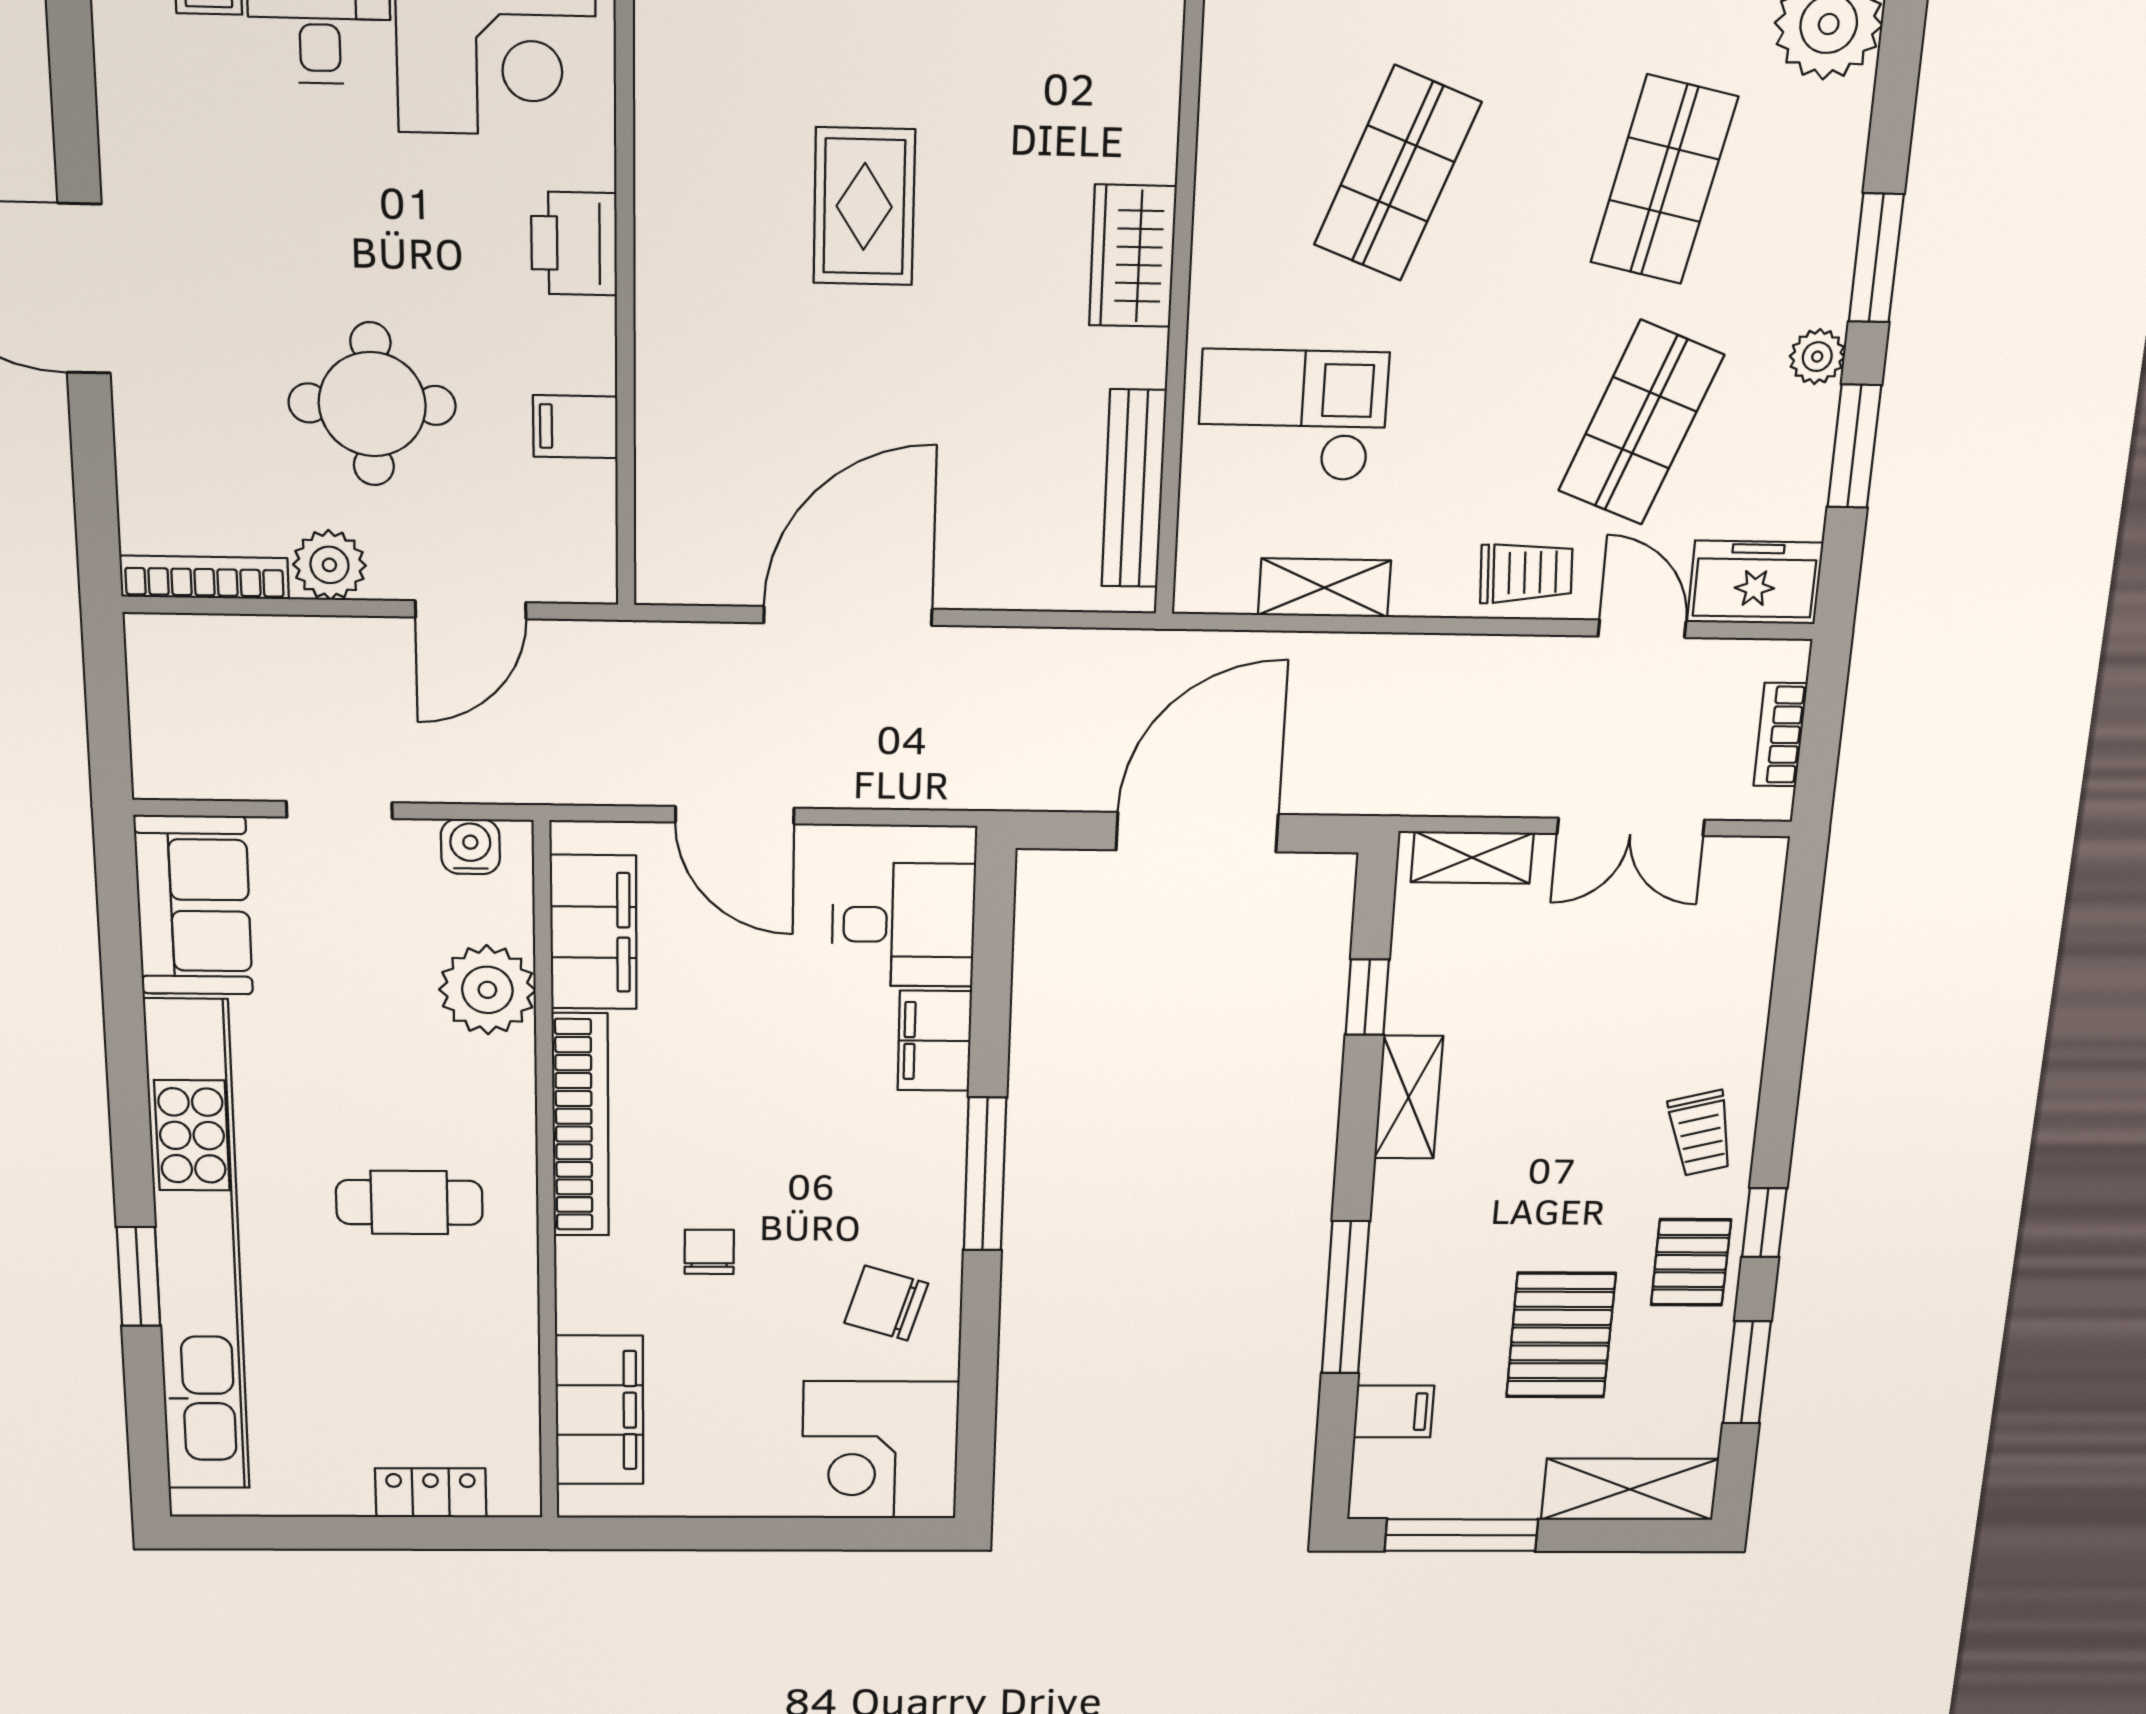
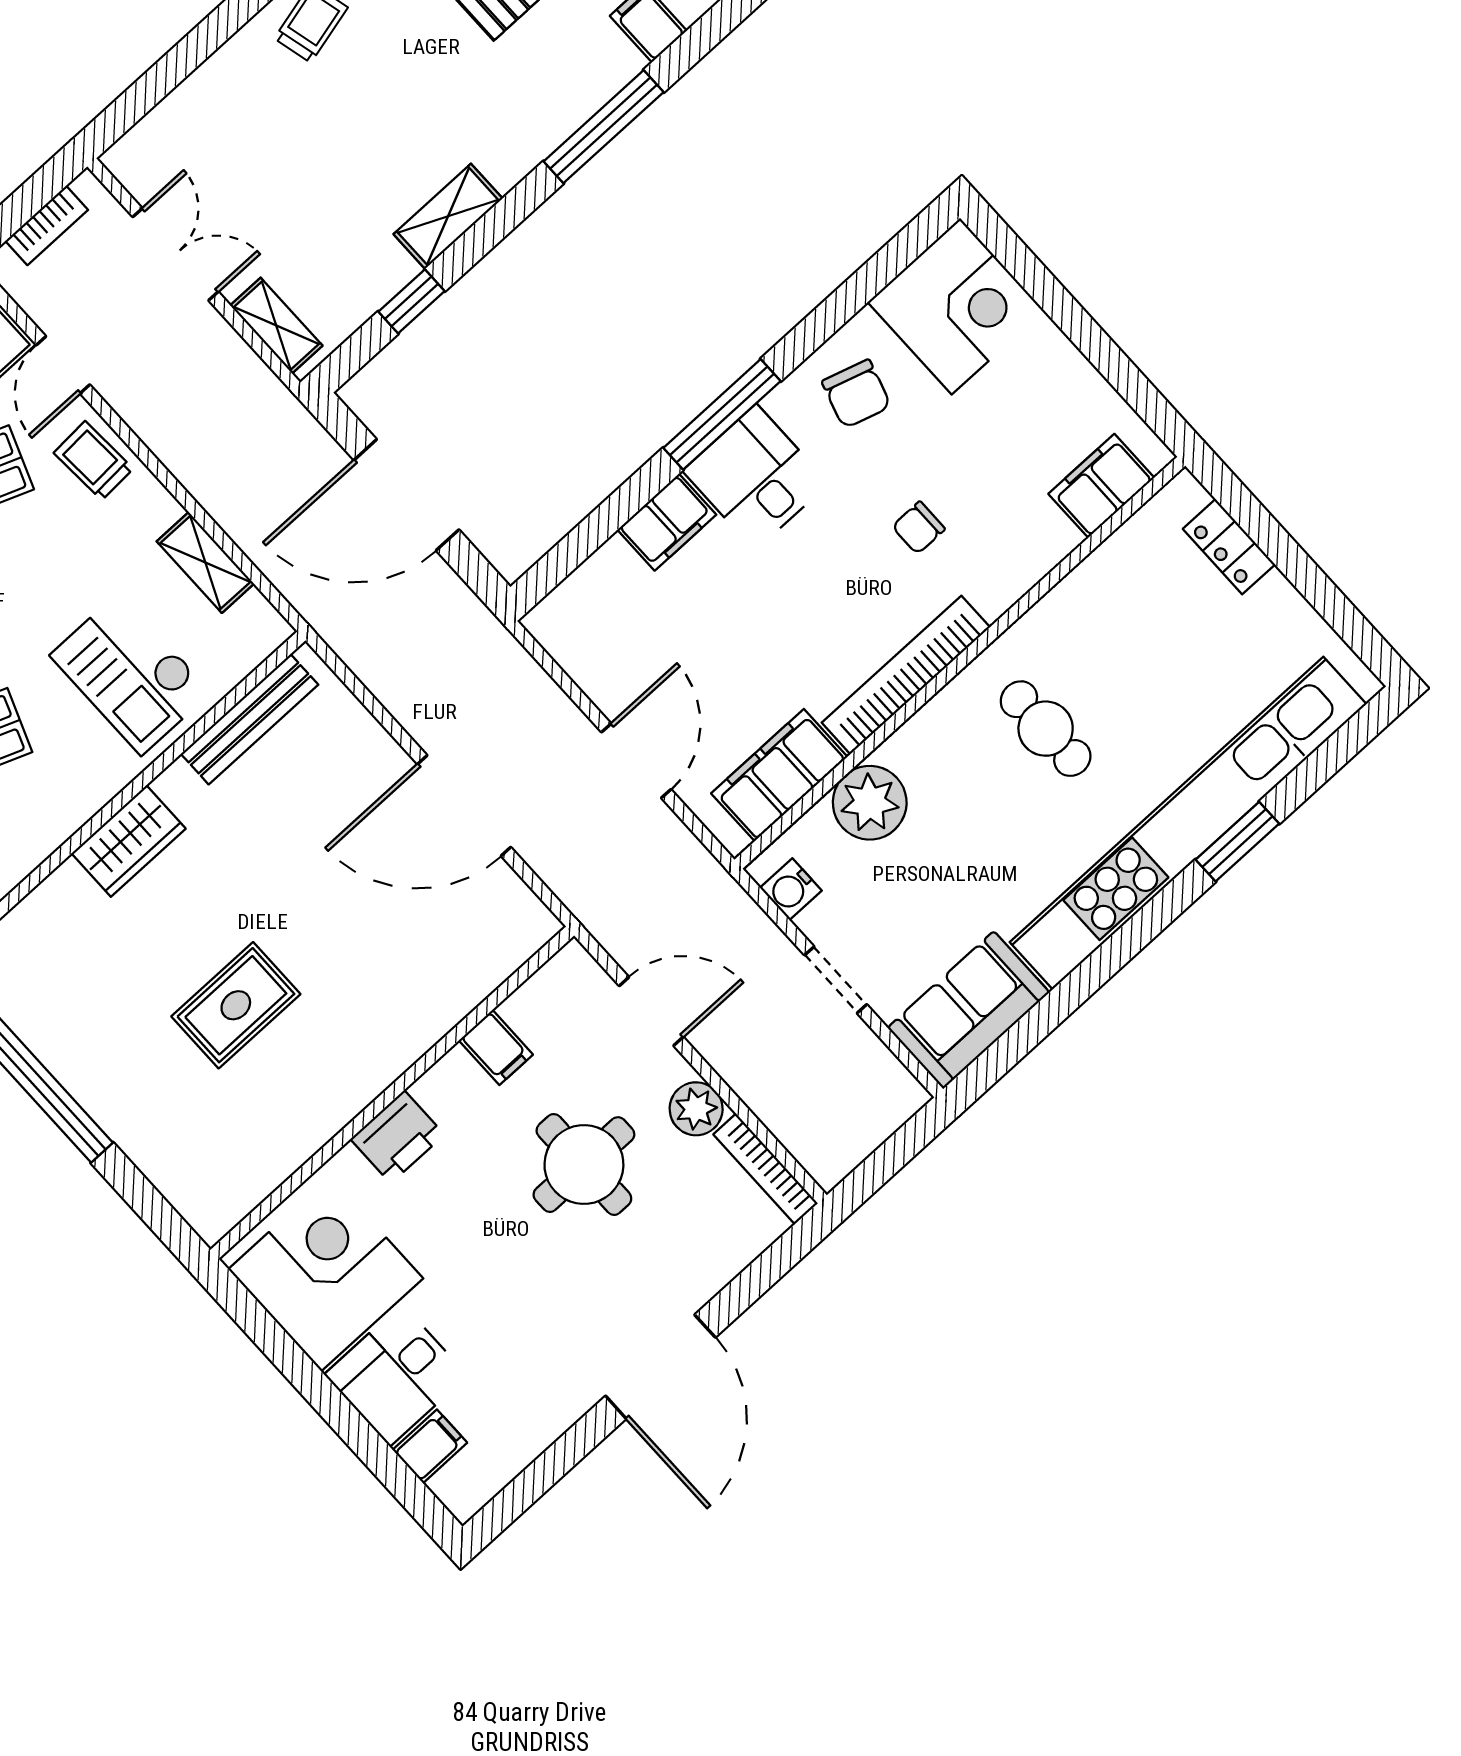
desk: (903, 925) -> (756, 477), moved
filing cabinet: (599, 1410) -> (1101, 486), width x0.67, depth x0.86

